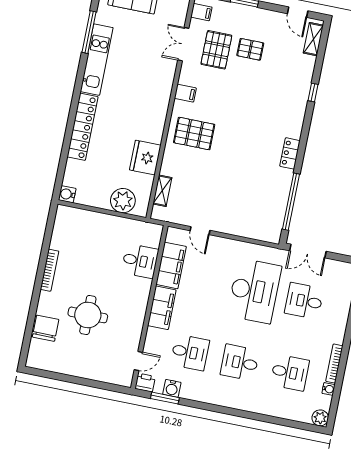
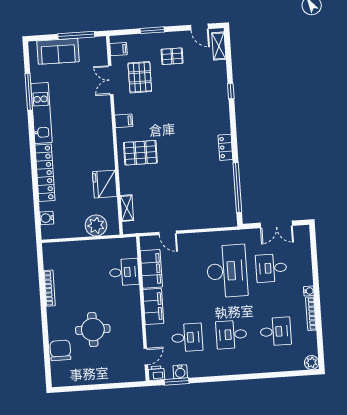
pallet: (250, 49) -> (172, 56), moved
water cooler: (67, 194) -> (47, 218), moved
double door: (308, 251) -> (276, 224), moved
bookcase: (50, 270) -> (49, 288), moved
water cooler: (329, 389) -> (309, 291), moved

